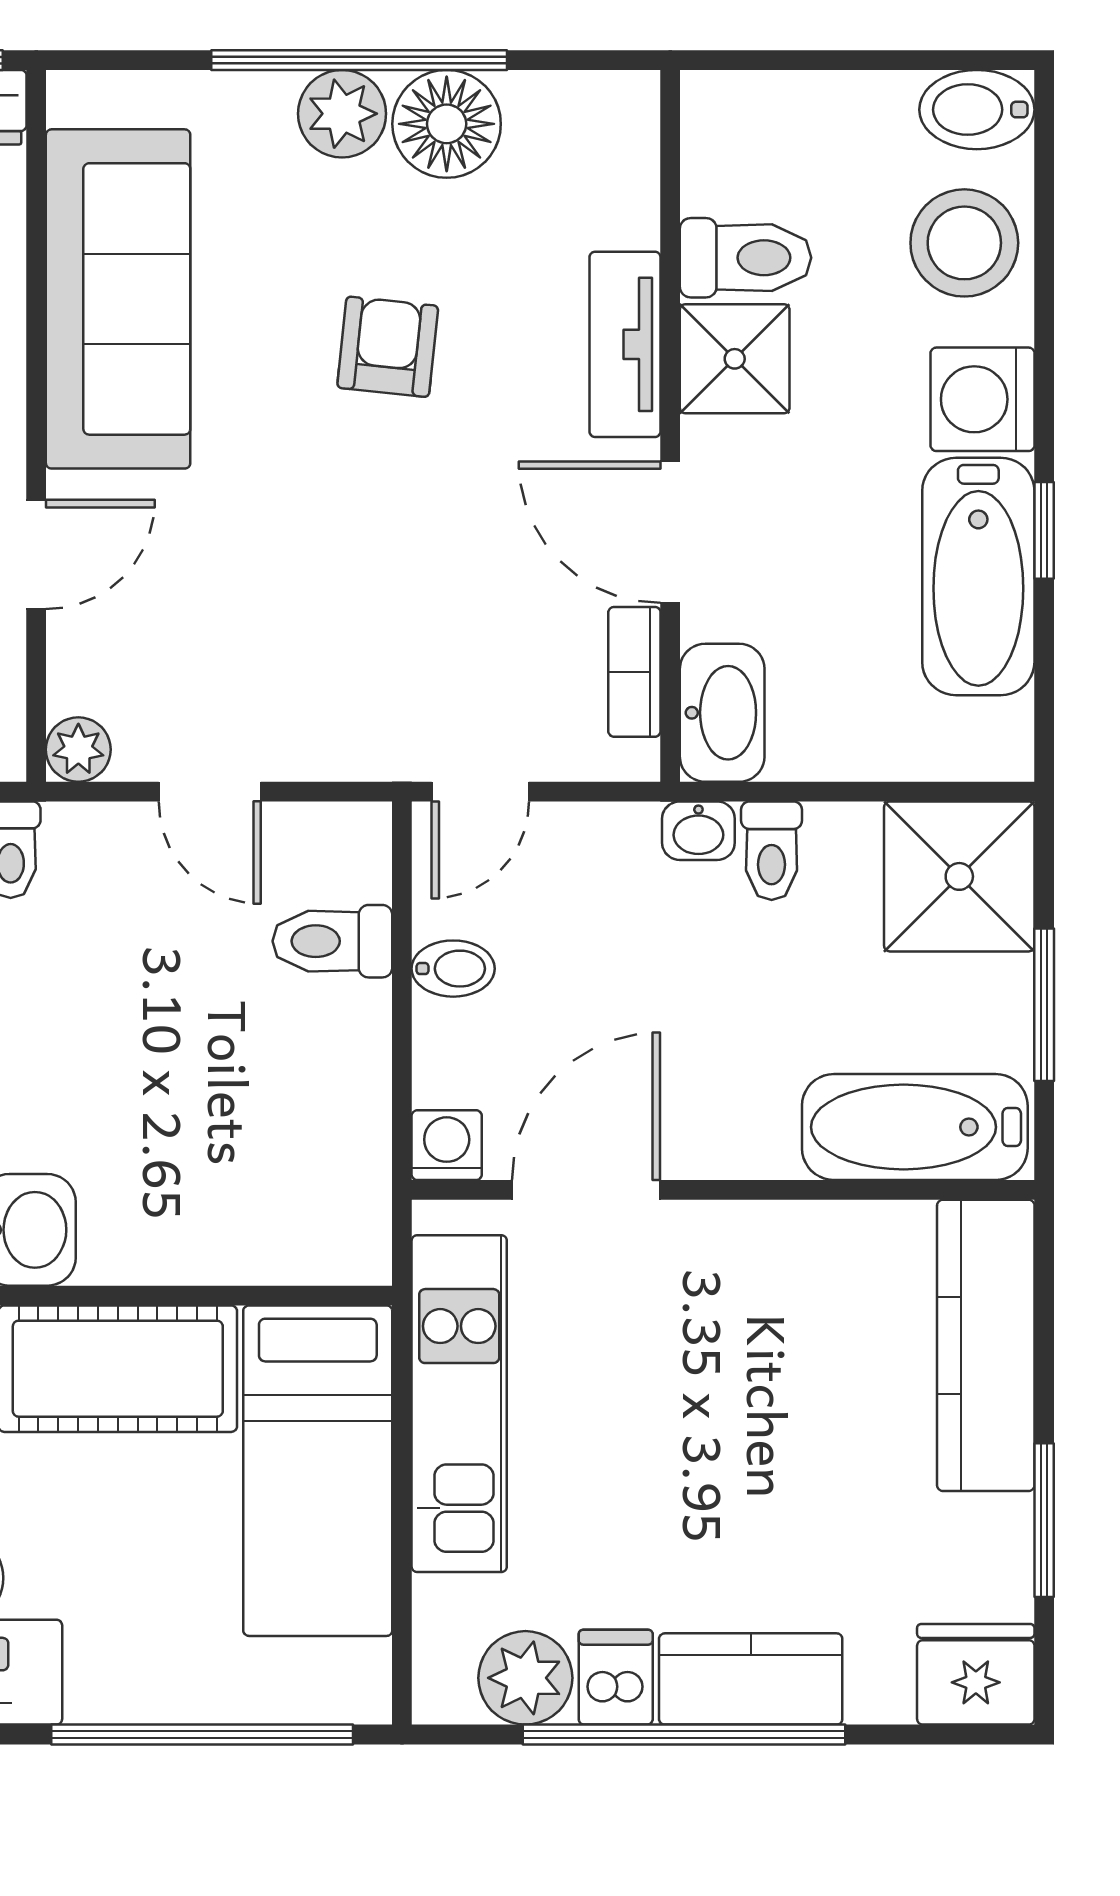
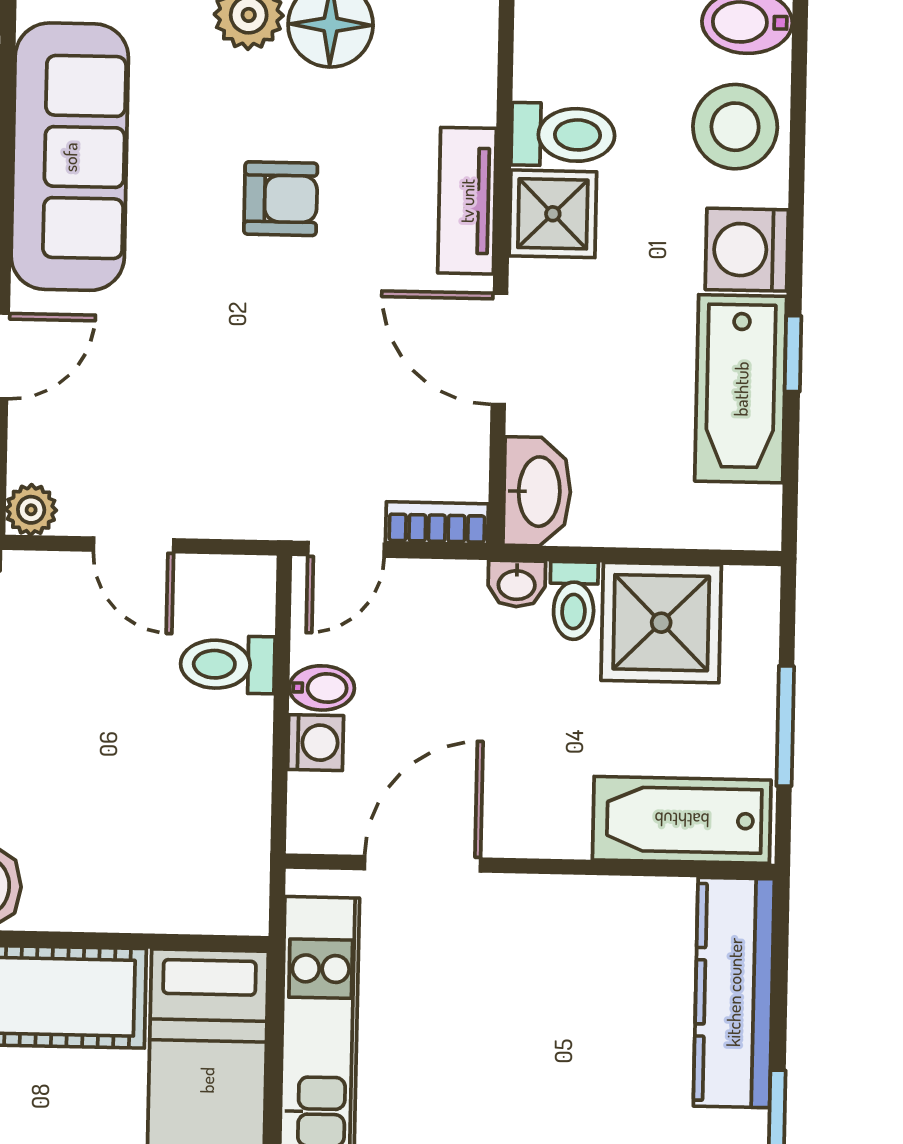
armchair: (388, 347) -> (281, 199), turned 84
bookcase: (634, 672) -> (437, 523), moved, turned 90
shower: (959, 876) -> (661, 623), moved
washing machine: (447, 1145) -> (316, 743), moved, turned 90

